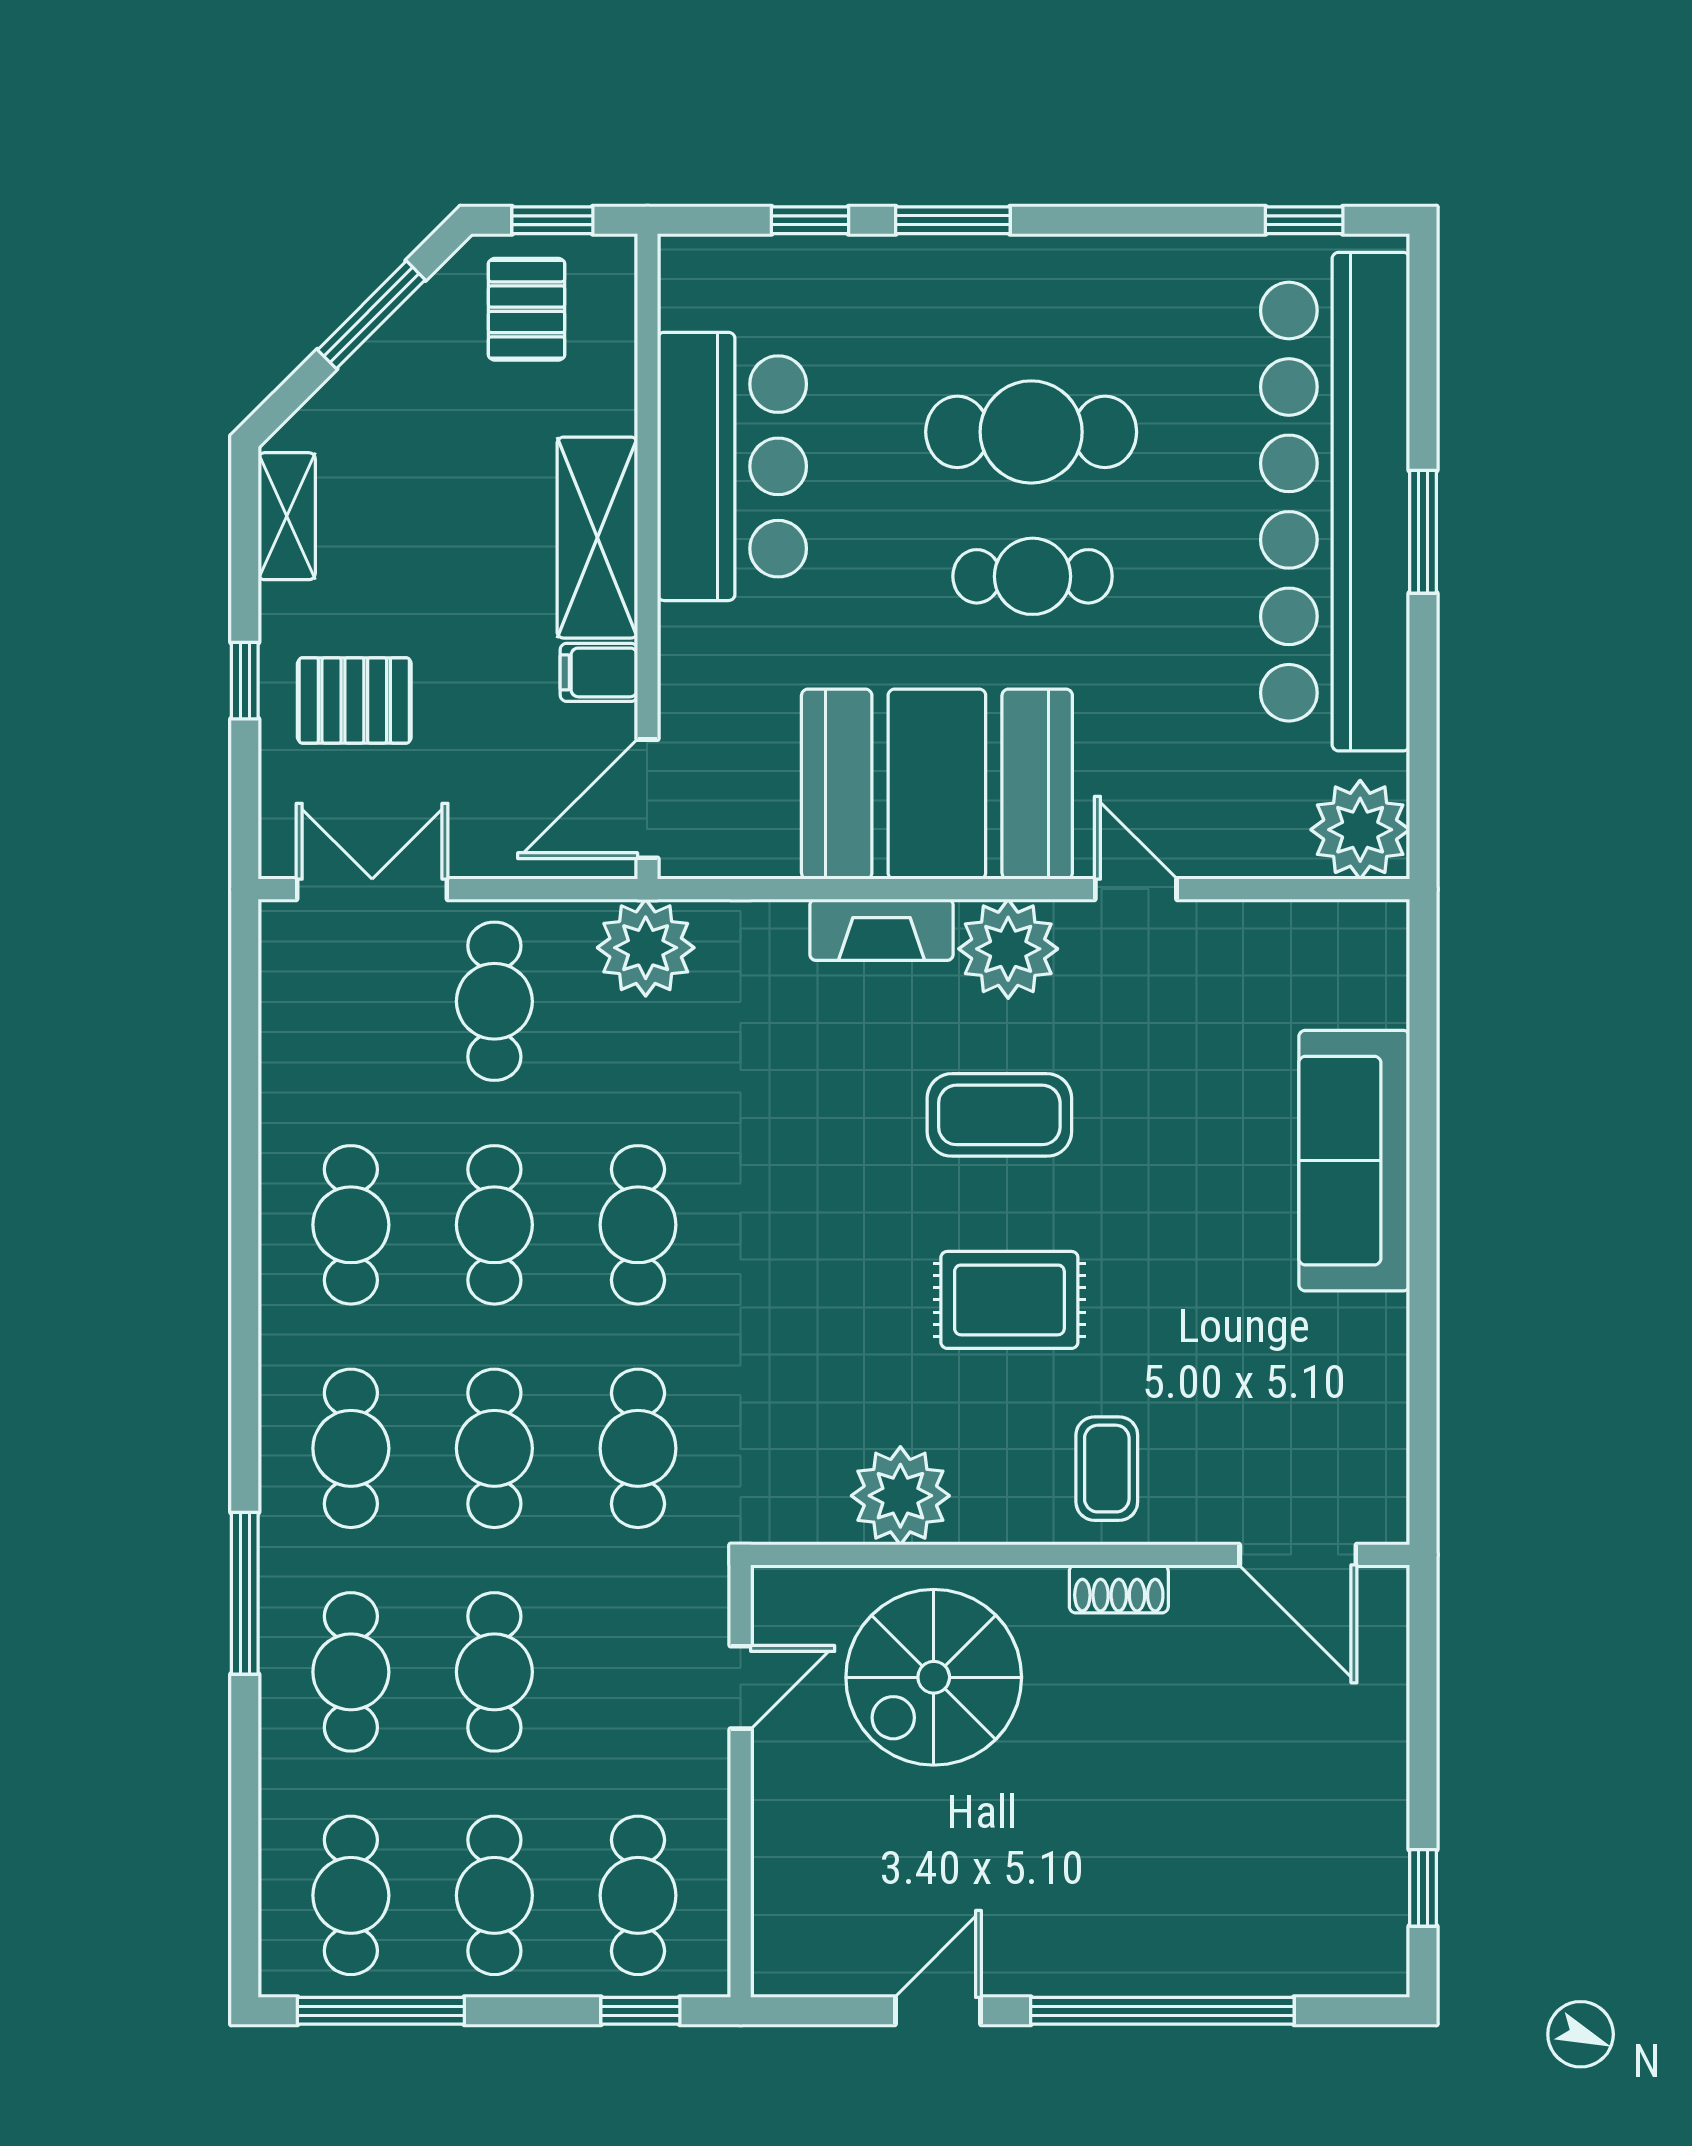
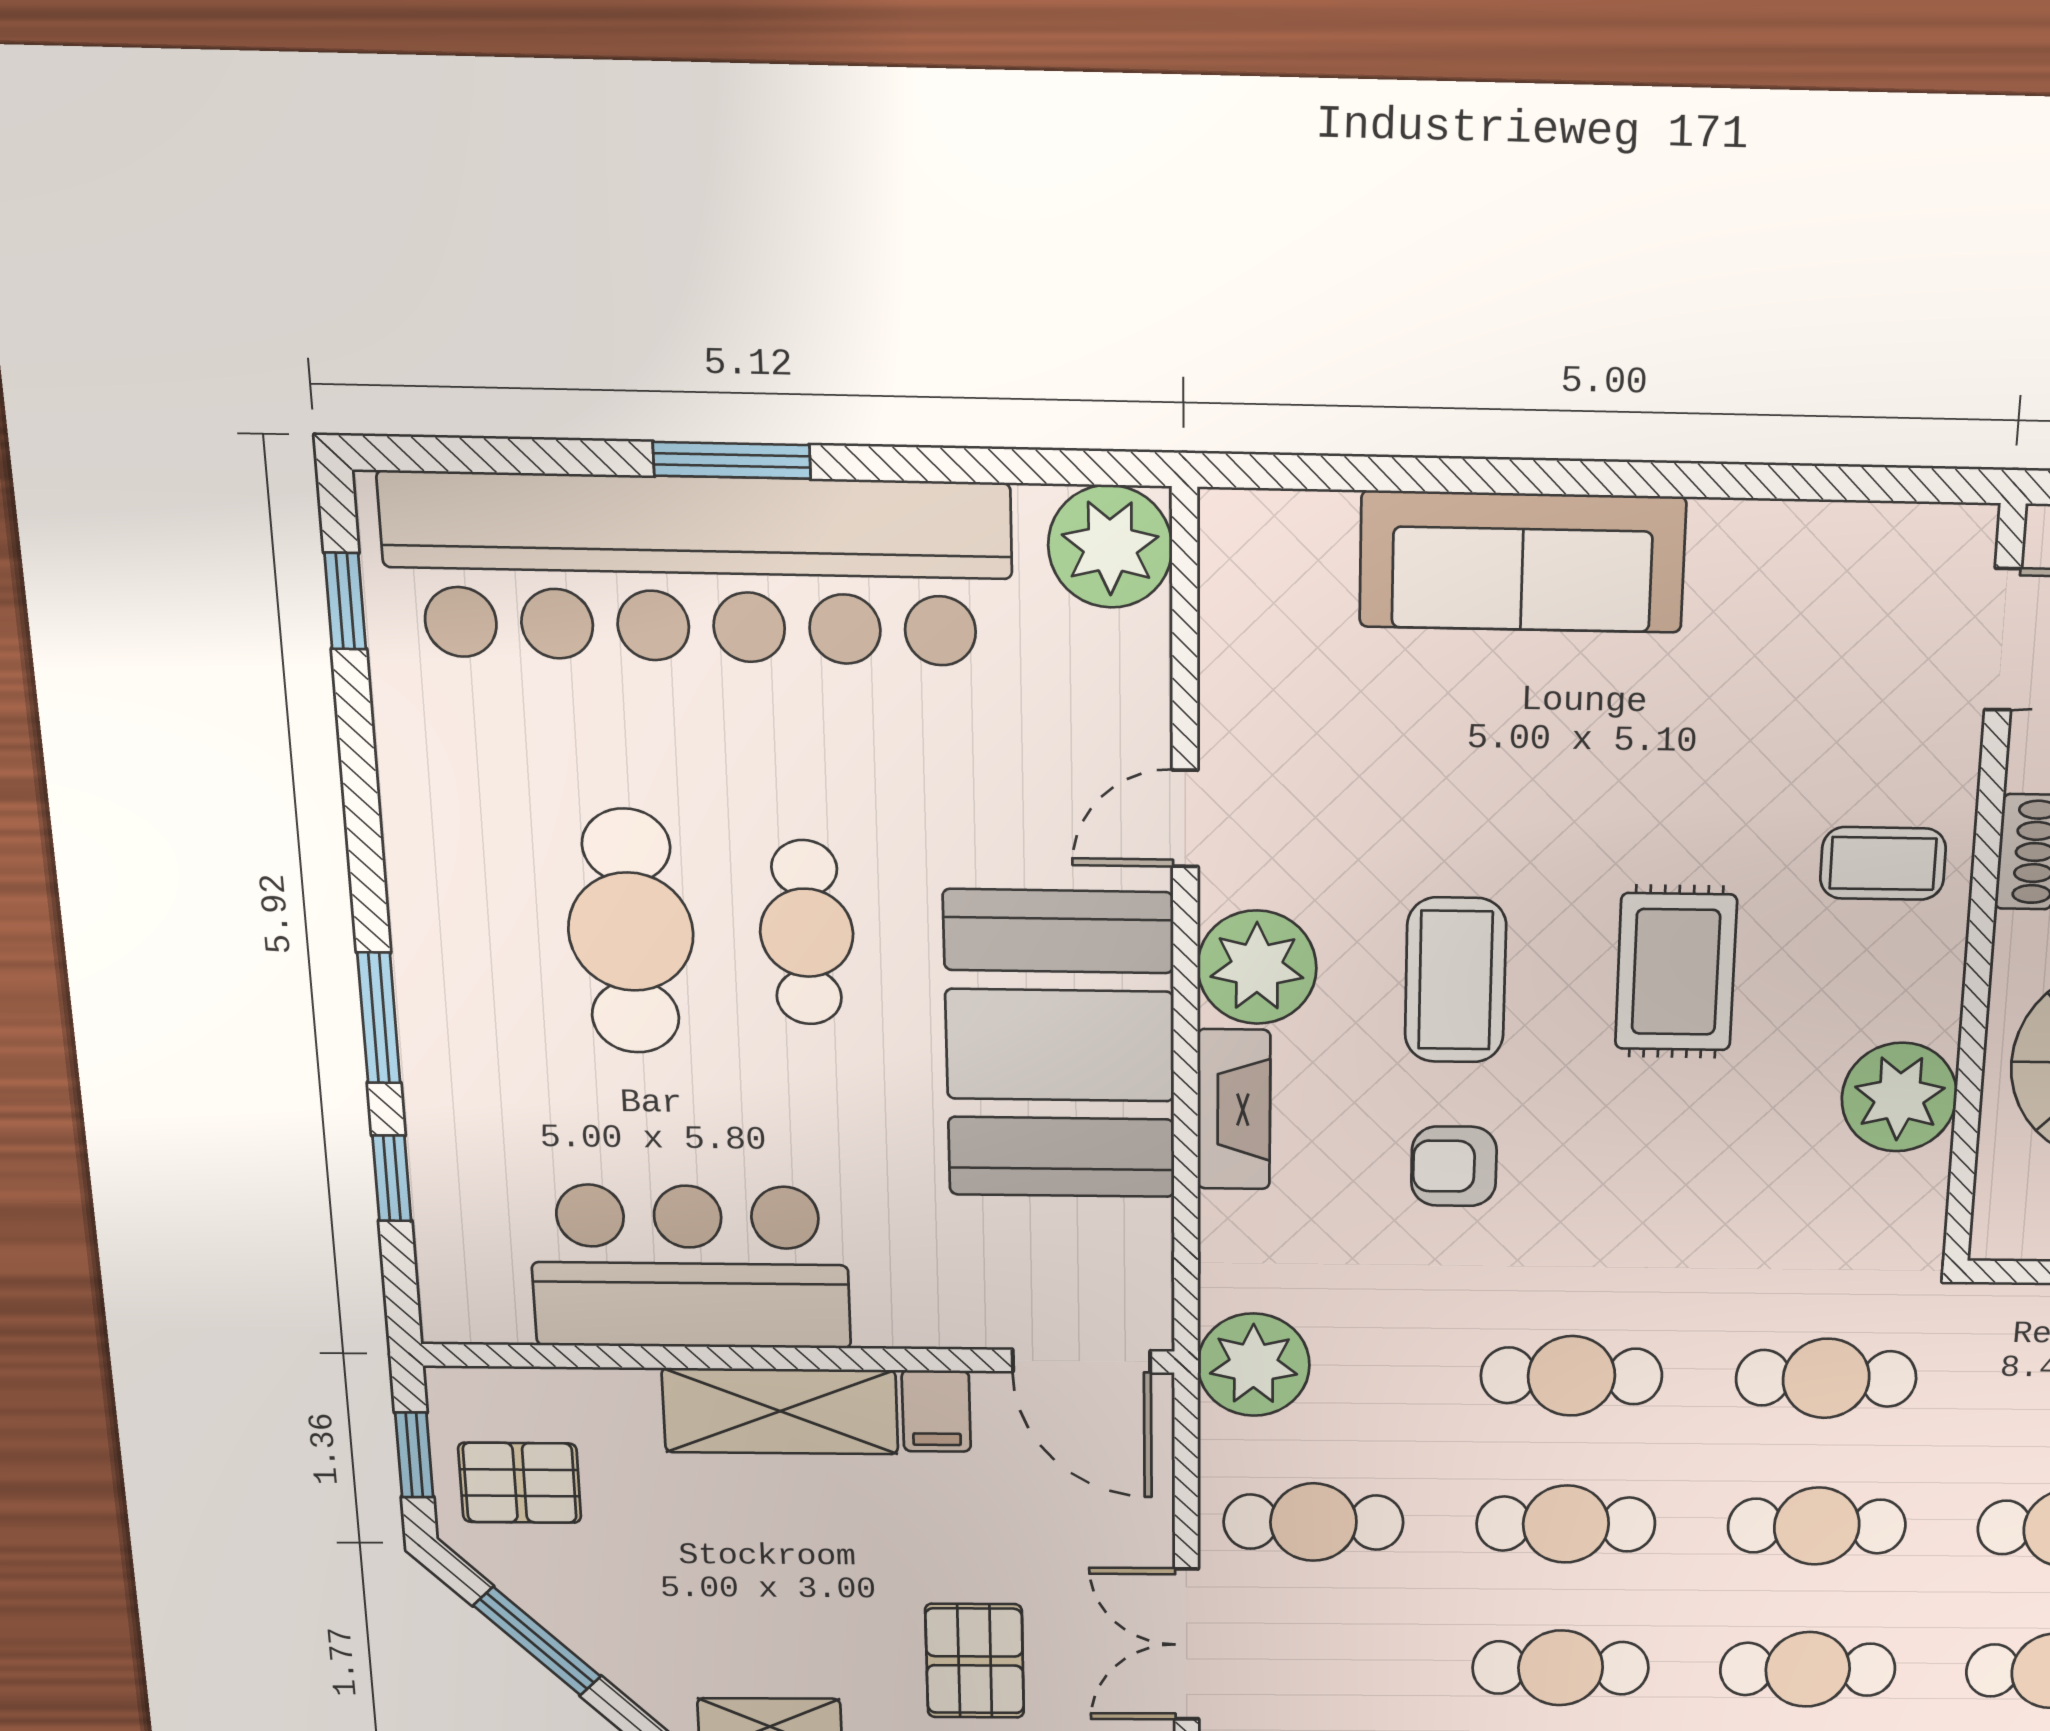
armchair: (833, 1118) -> (1454, 1166), added

